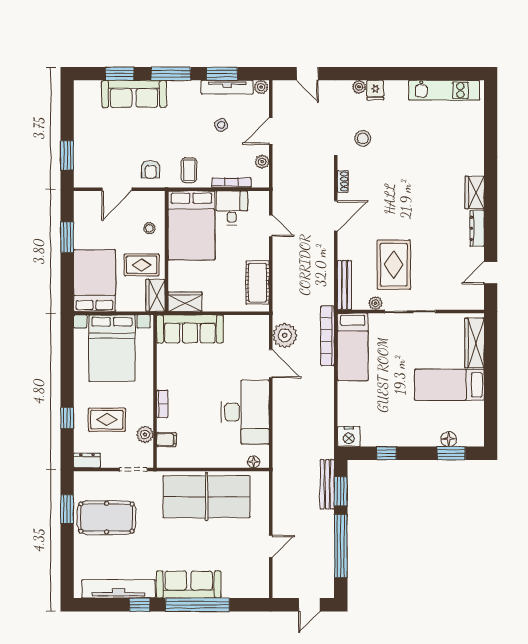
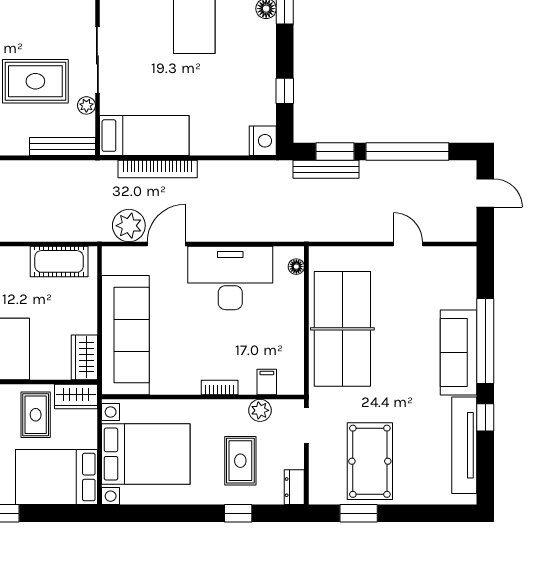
sofa: (190, 329) -> (125, 335), width x1.36, depth x1.27
bookcase: (327, 336) -> (158, 169), moved

